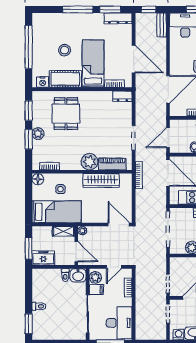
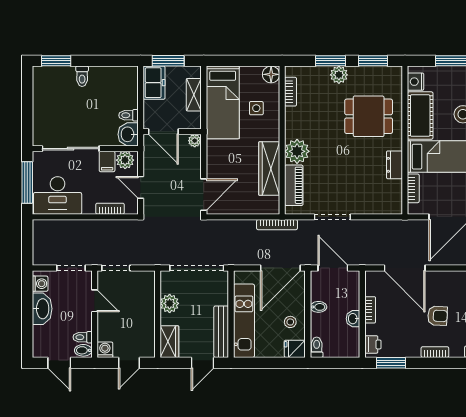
dresser: (122, 96) -> (394, 165), moved
shelving: (64, 231) -> (194, 95), moved
door: (76, 252) -> (163, 132), hinge flipped

